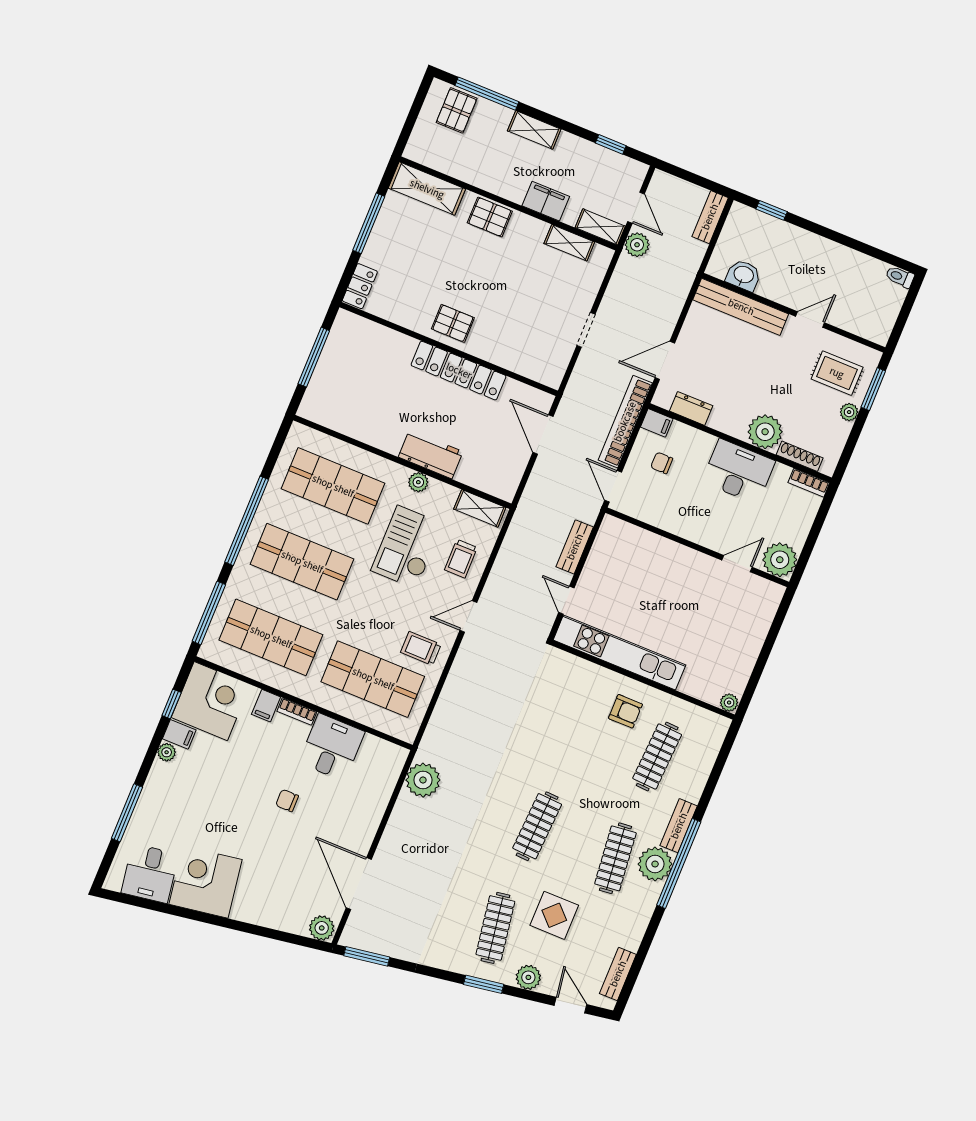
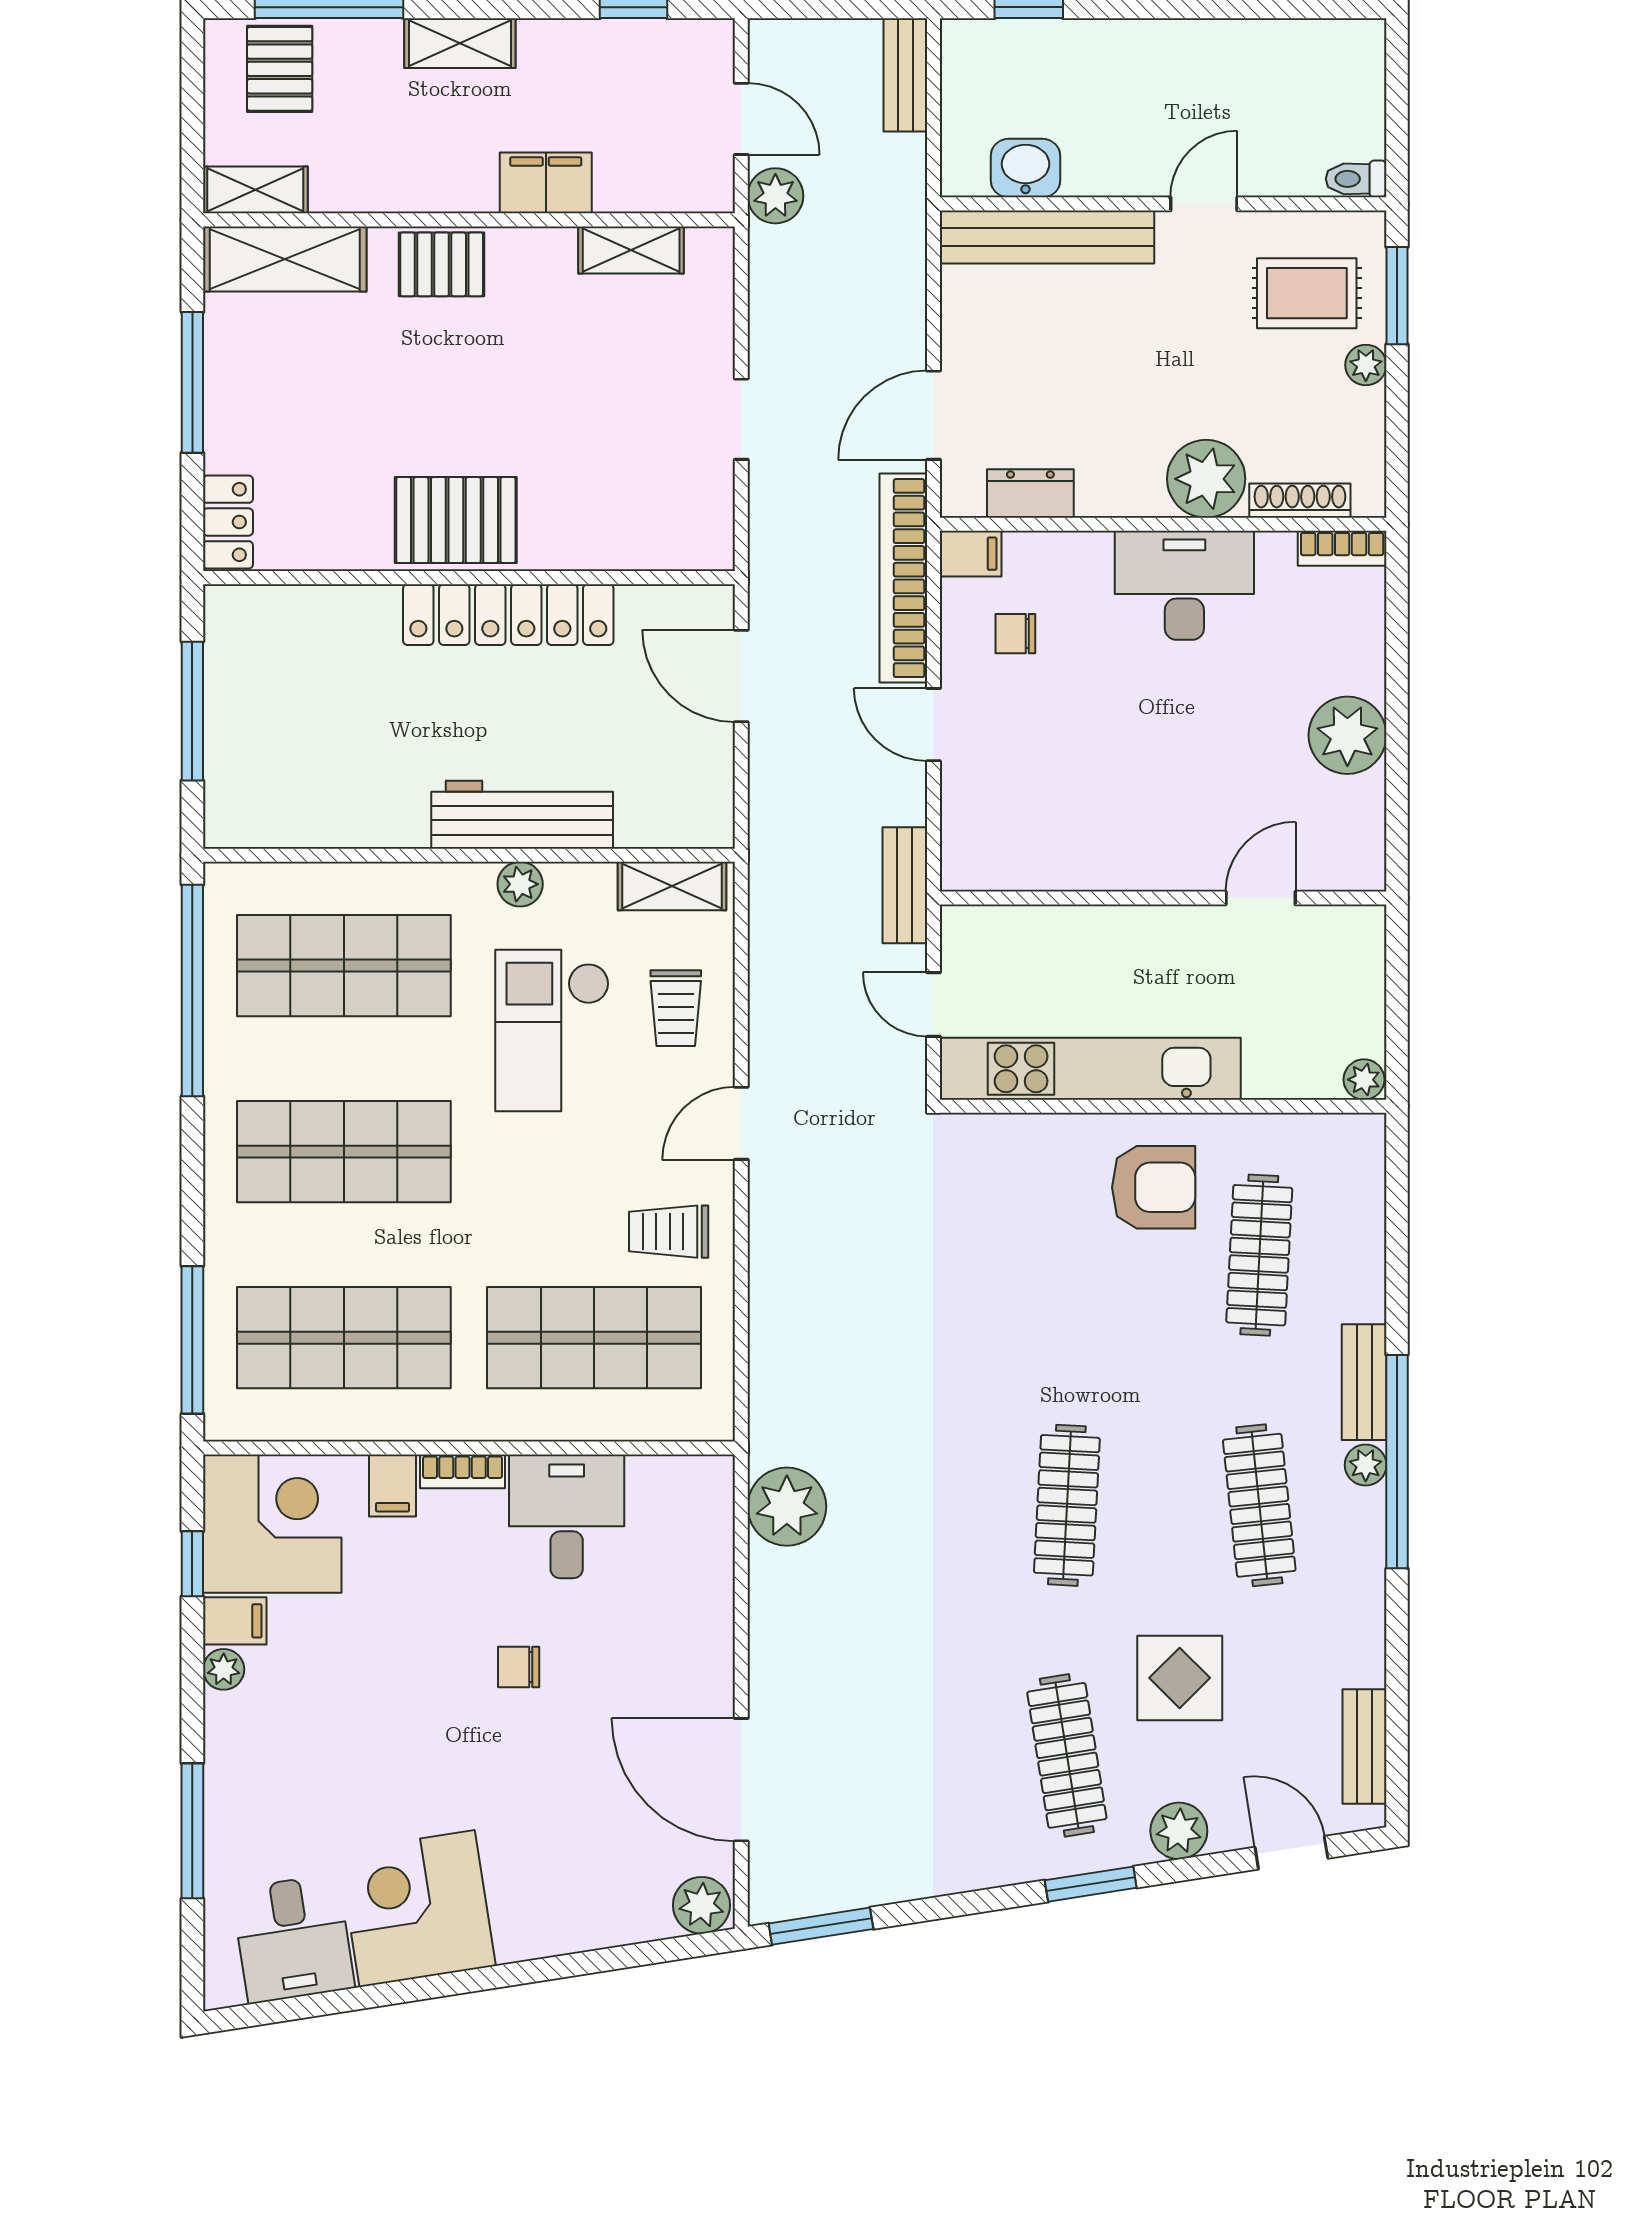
shelving: (600, 227) -> (255, 190), moved
toilet: (900, 277) -> (1356, 179), moved
pallet: (453, 323) -> (456, 520), width x1.50, depth x1.42
workbench: (431, 454) -> (522, 815), width x1.38
window: (247, 521) -> (192, 990), moved
wall: (697, 547) -> (1163, 898), moved
door: (737, 564) -> (1261, 898), moved
armchair: (625, 711) -> (1154, 1187), width x1.38, depth x1.38
plant: (655, 864) -> (1366, 1465), width x0.53, depth x0.53

